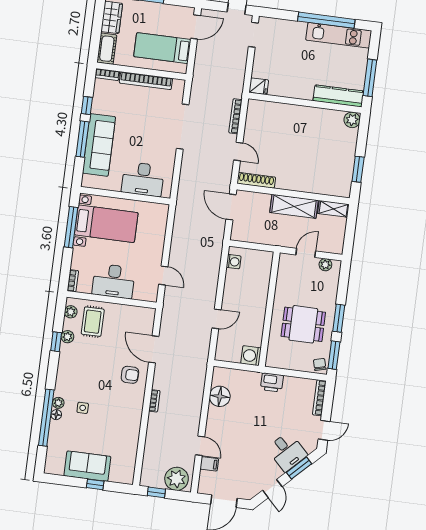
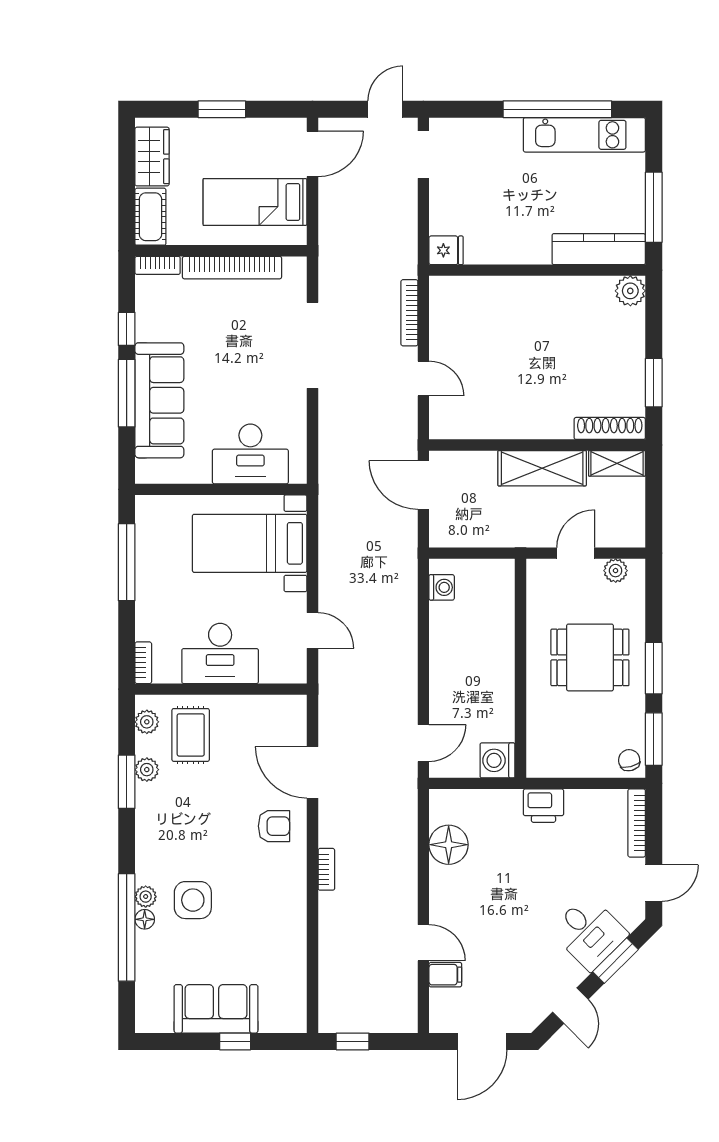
shoe rack: (256, 180) -> (610, 428), moved
bed with nightstands: (106, 224) -> (250, 543), moved, turned 180
door: (216, 319) -> (423, 743), moved
dining table: (303, 324) -> (590, 657), moved
window: (56, 342) -> (127, 782), width x1.50
side table: (83, 408) -> (193, 900), width x1.87, depth x1.87
plant: (177, 479) -> (387, 1011), removed

